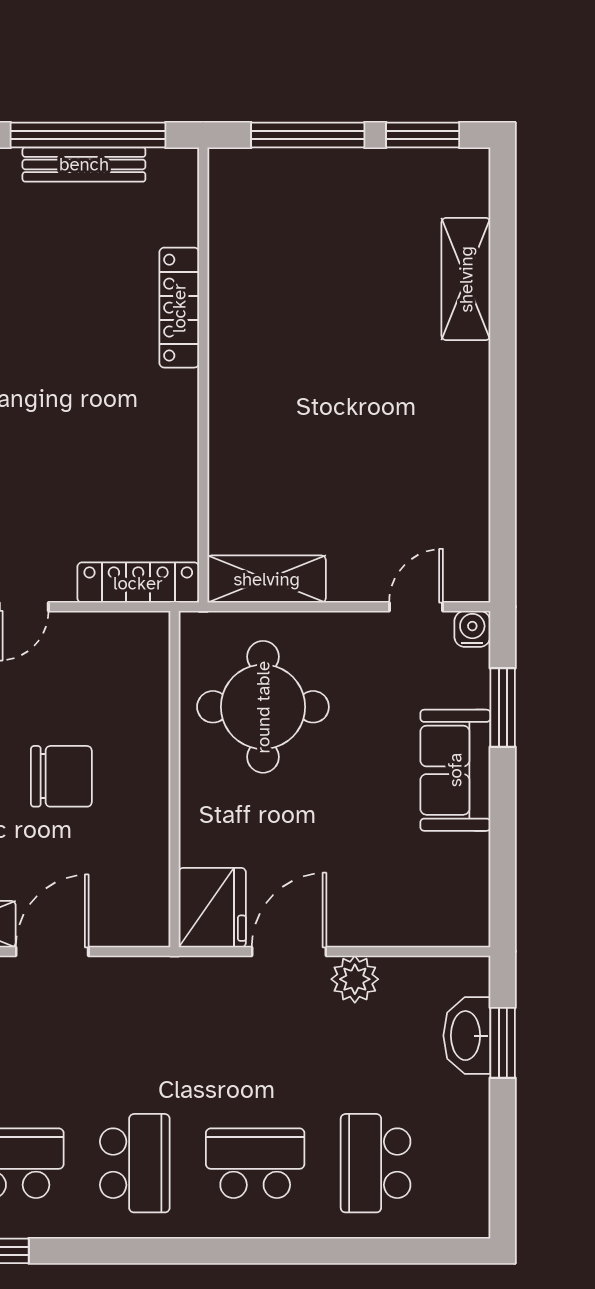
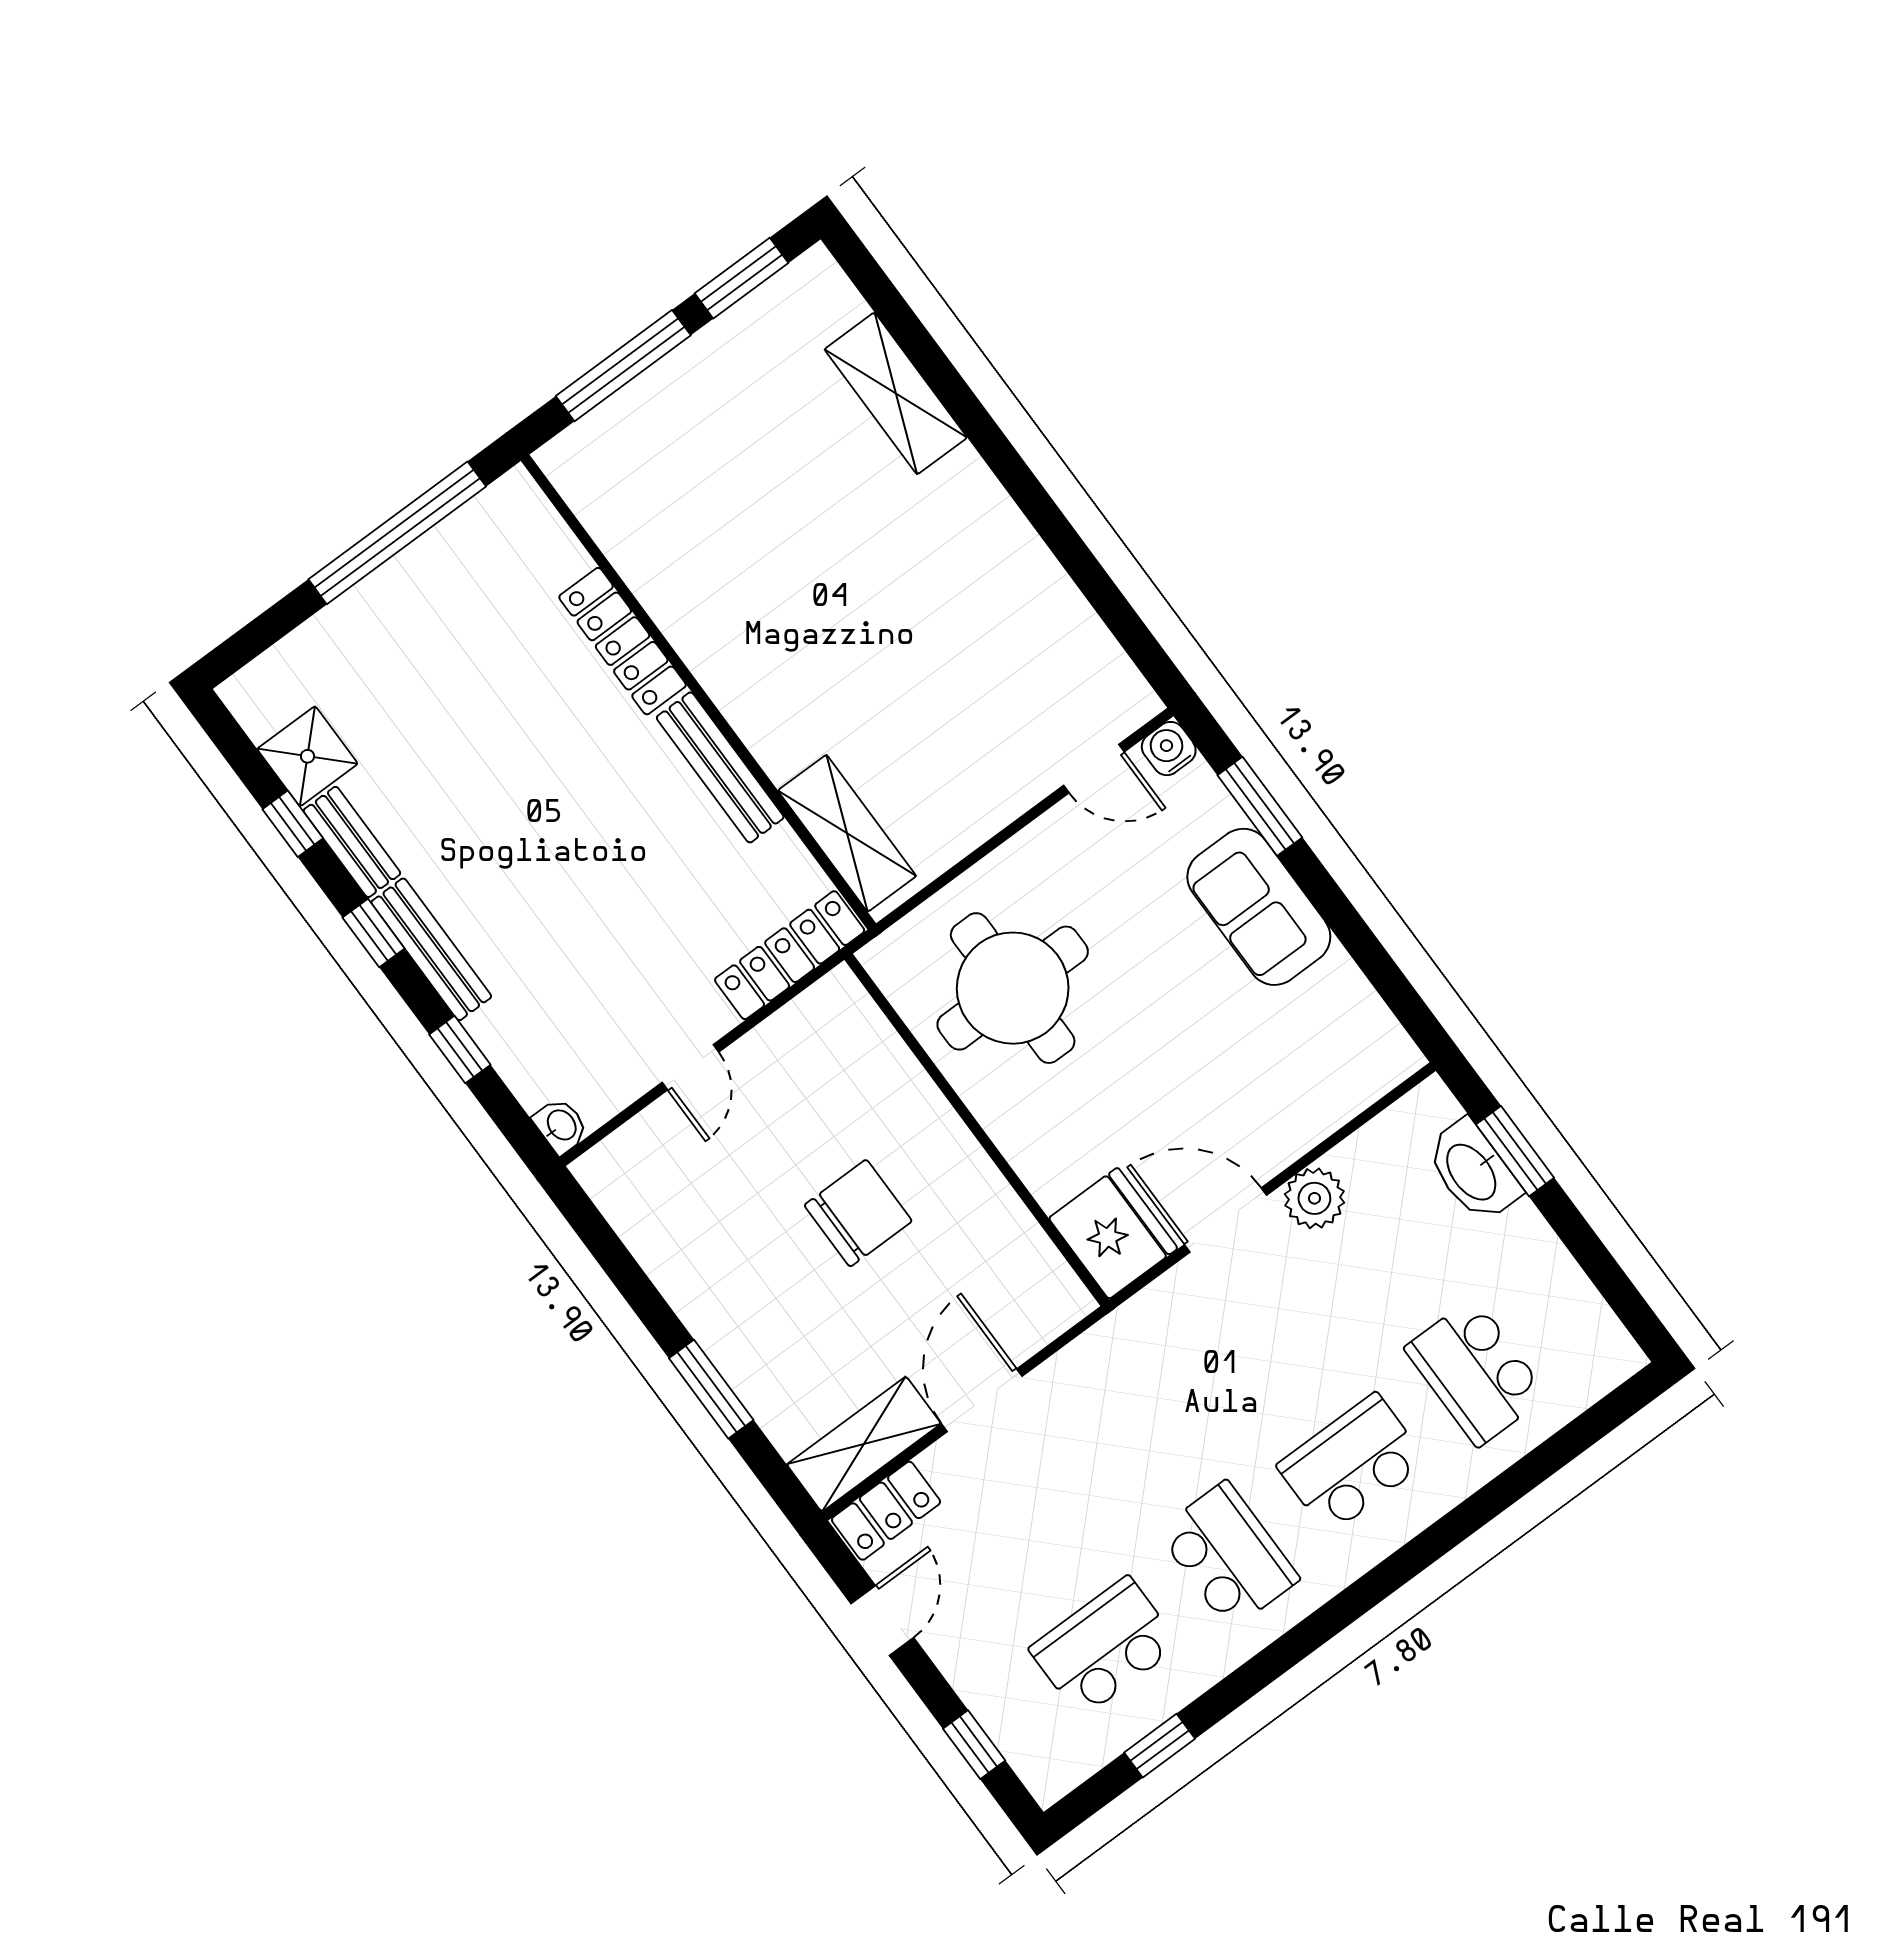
bench: (84, 164) -> (720, 767), moved, turned 90
shelving: (267, 579) -> (847, 833), moved, turned 90
door: (416, 607) -> (1094, 769), swing flipped
door: (289, 951) -> (1226, 1220), hinge flipped

